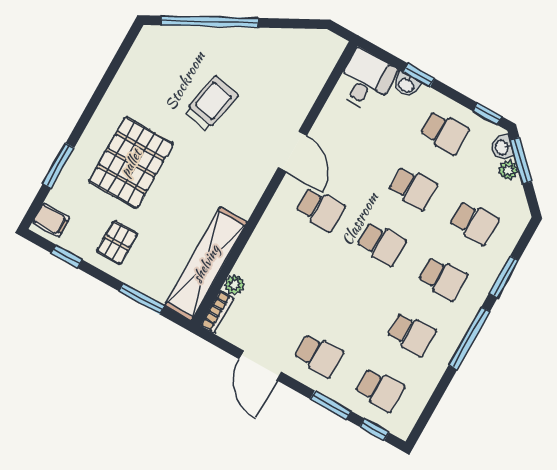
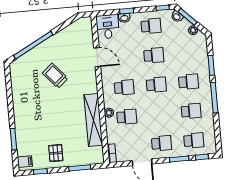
trolley: (211, 103) -> (55, 76), turned -52
door: (293, 151) -> (97, 57), moved
pallet: (131, 163) -> (40, 119), removed
plant: (508, 170) -> (193, 30), moved
school desk: (474, 223) -> (127, 117), moved
shelving: (206, 264) -> (93, 120), moved
plant: (234, 285) -> (109, 113), moved

